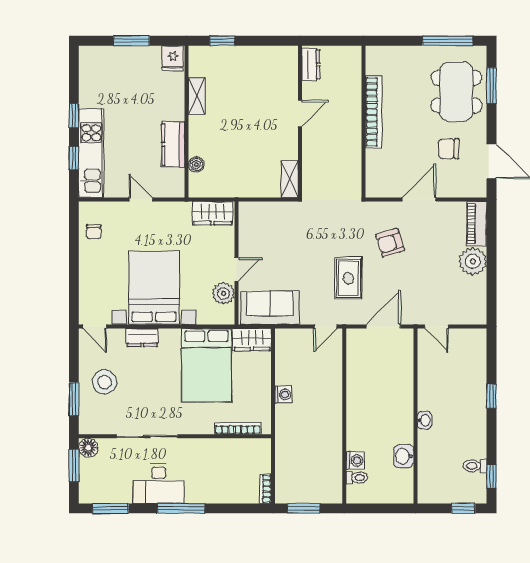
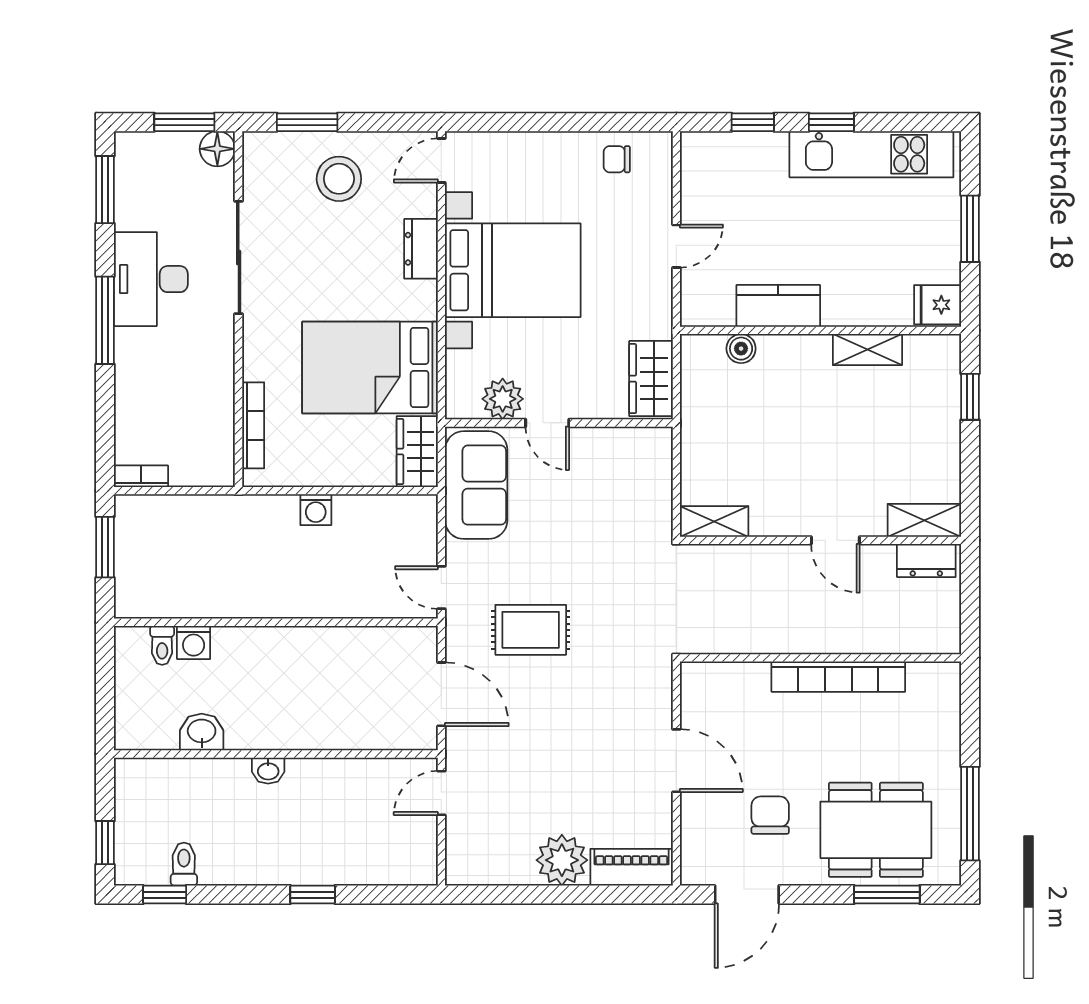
shelving: (289, 65) -> (924, 520), added
kitchen unit: (91, 153) -> (871, 154), moved
armchair: (390, 243) -> (596, 707), removed

